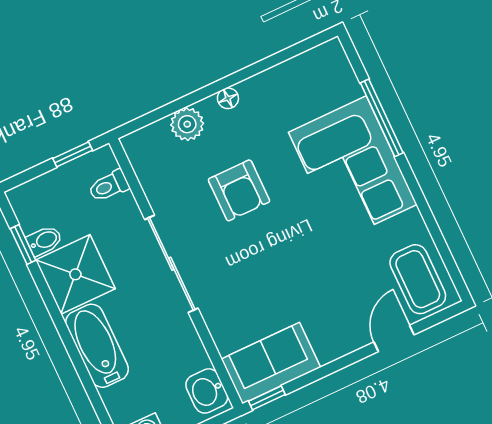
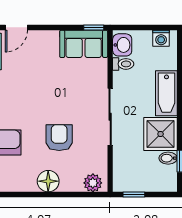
floor lamp: (228, 98) -> (48, 181), width x1.89, depth x1.89
plant: (187, 124) -> (93, 183), moved
toilet: (109, 186) -> (123, 64), moved

